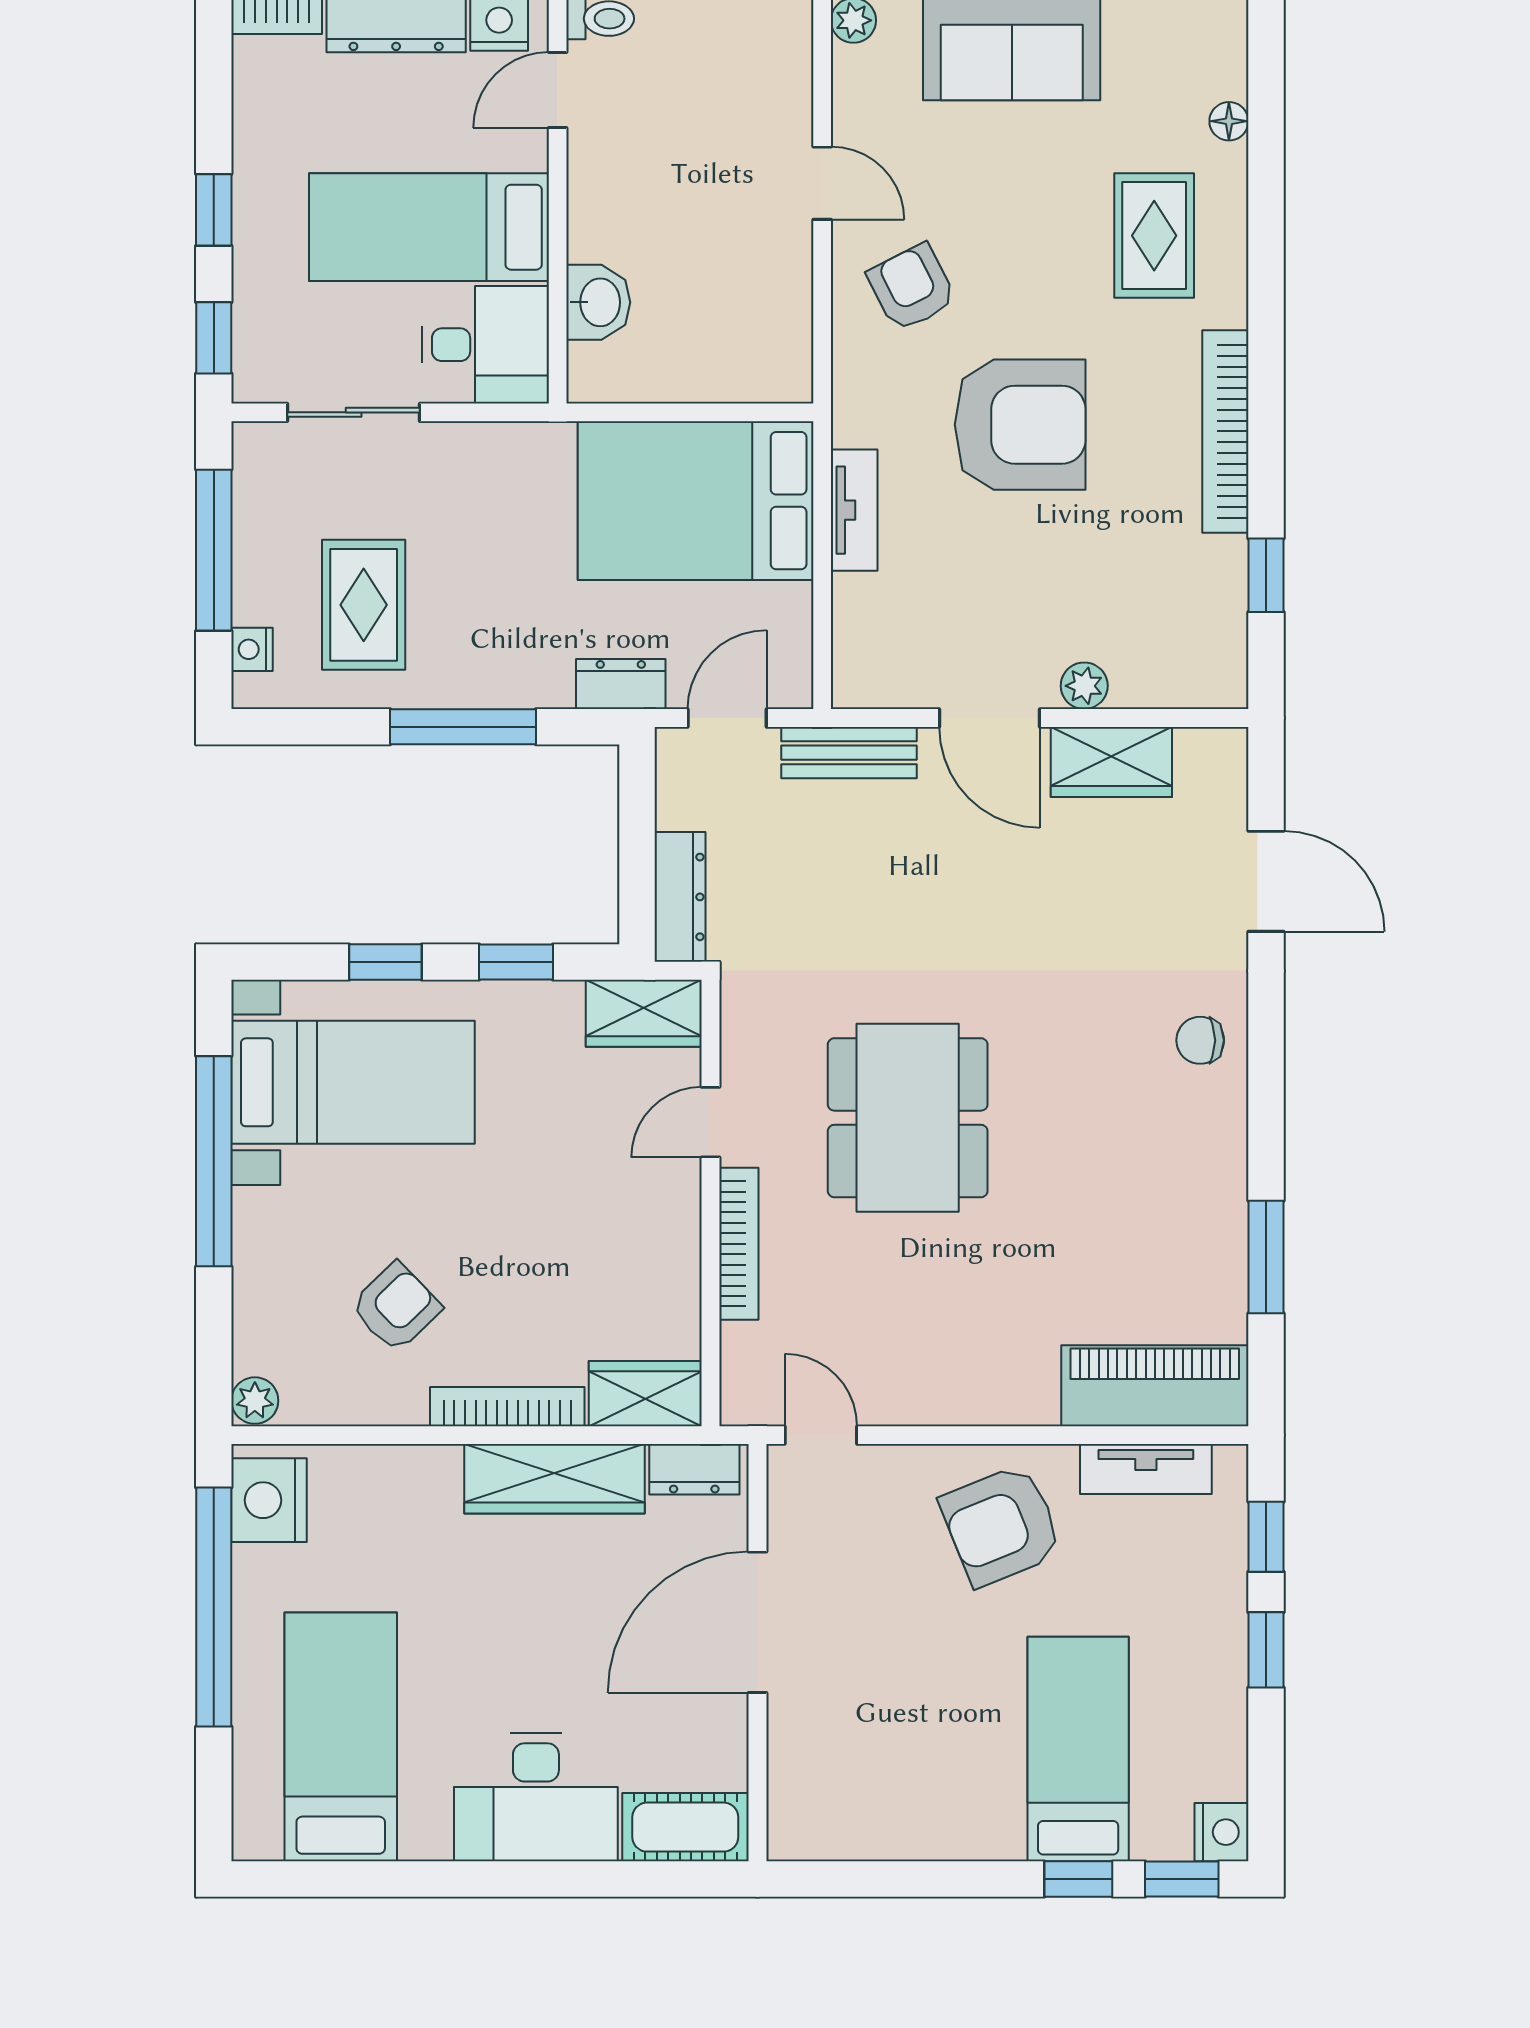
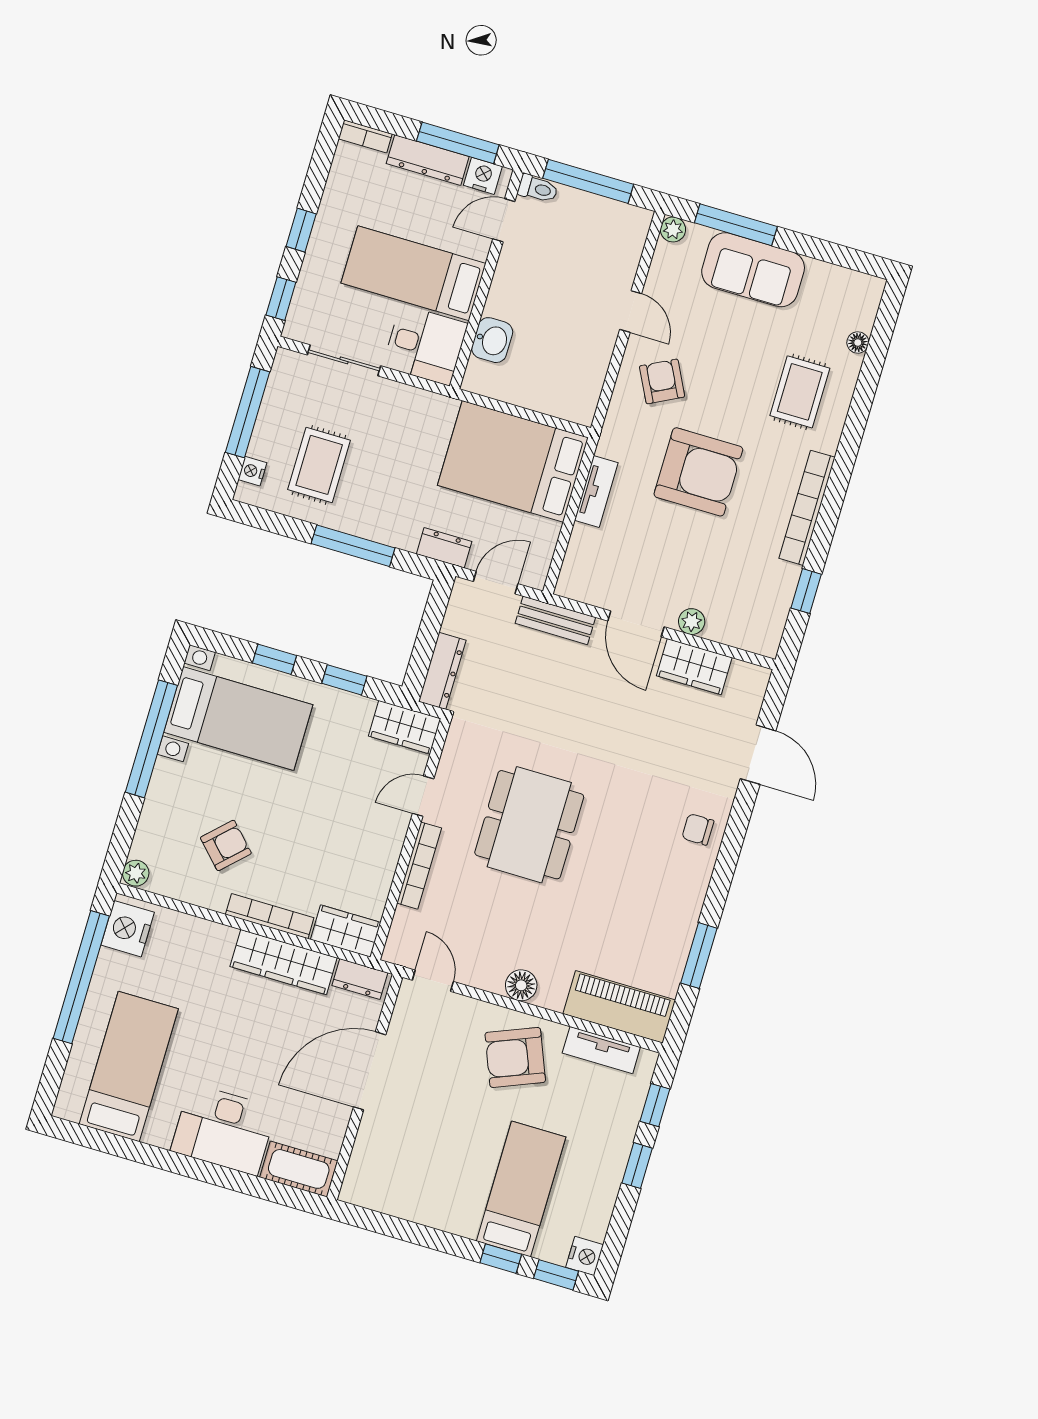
floor lamp: (975, 1398) -> (521, 985), added

